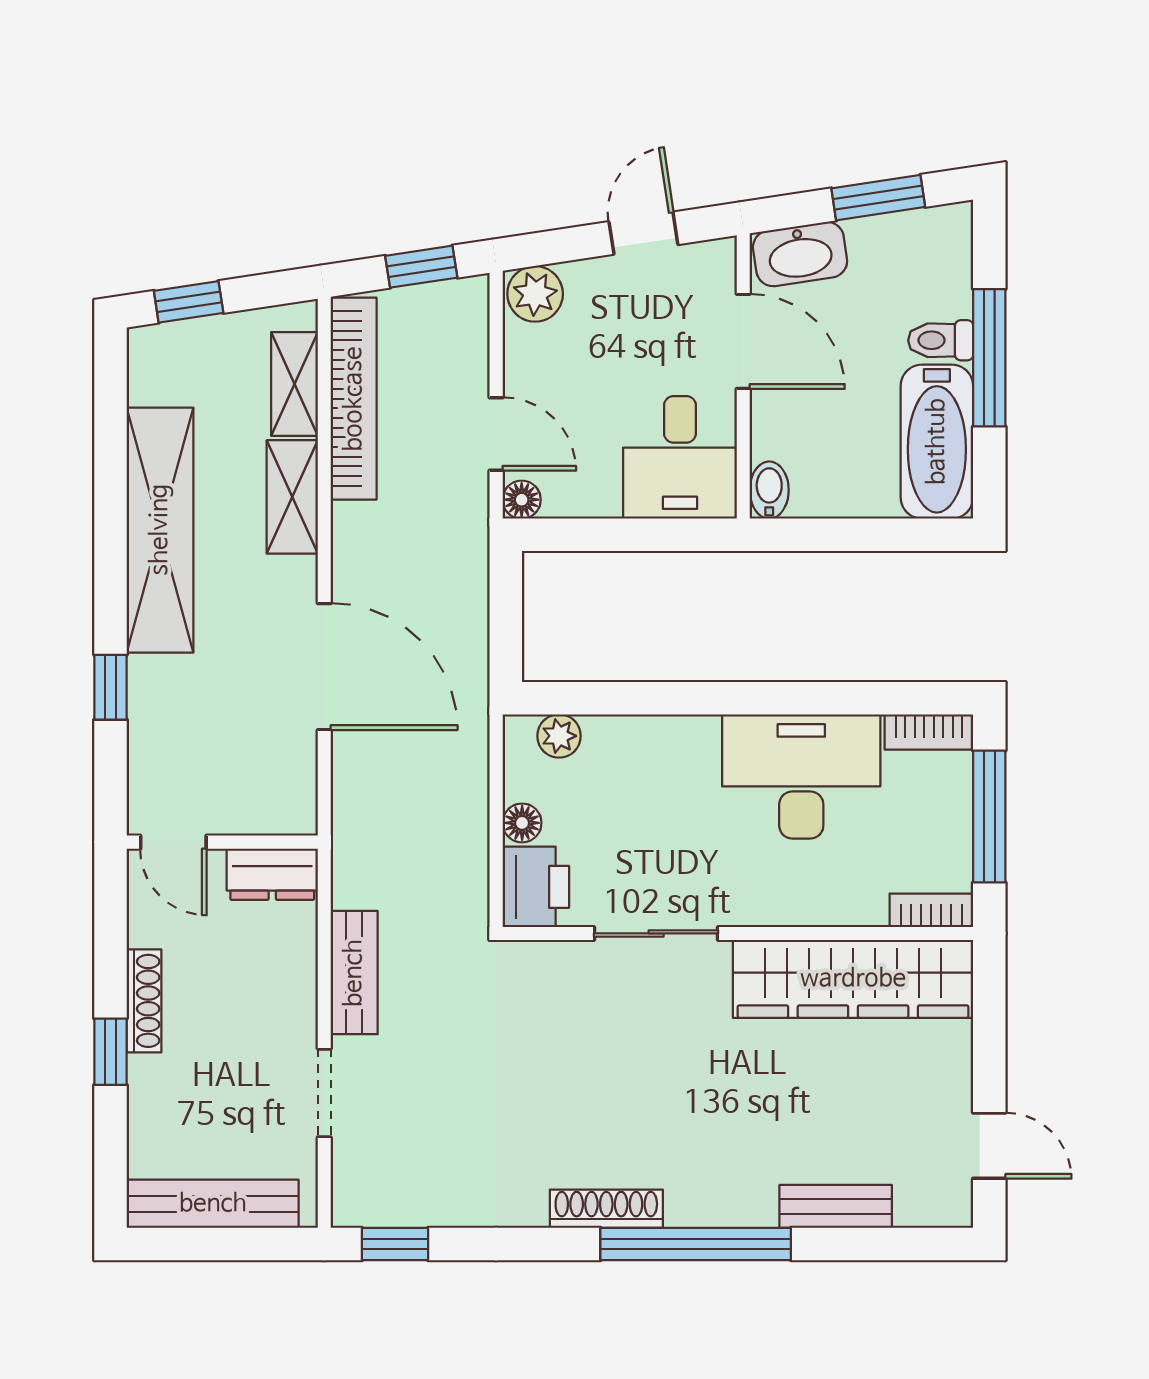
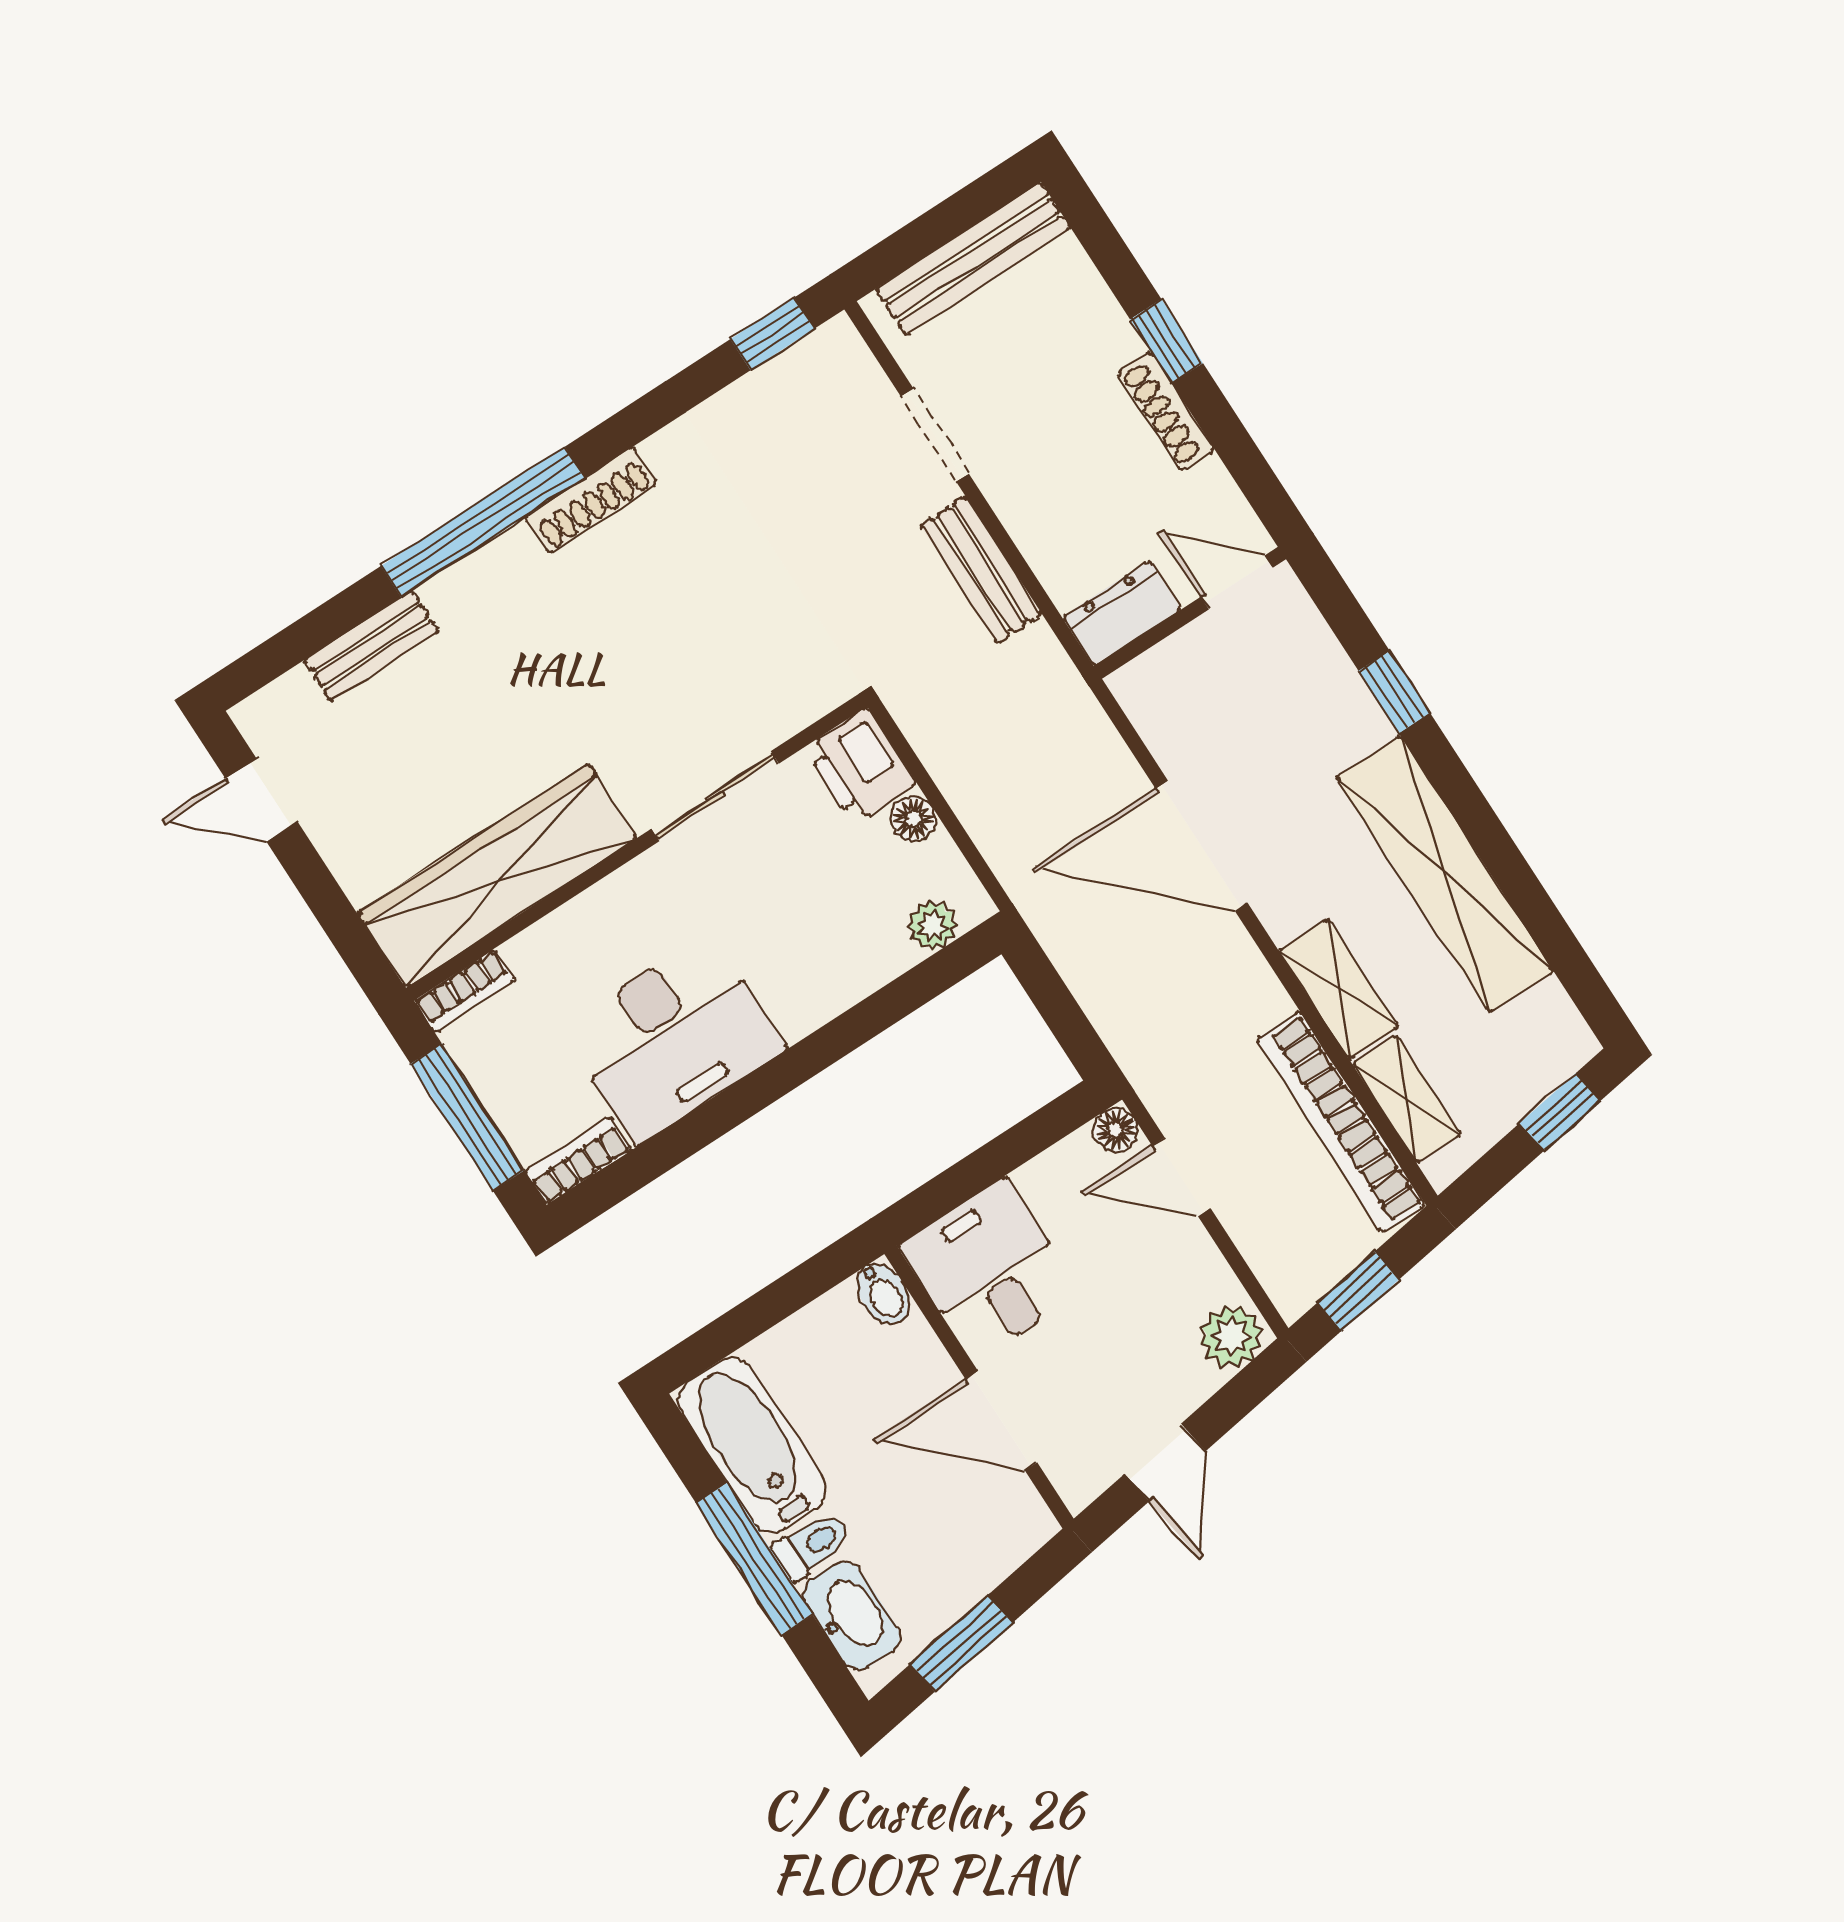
washbasin: (800, 254) -> (851, 1616), moved, turned 99

